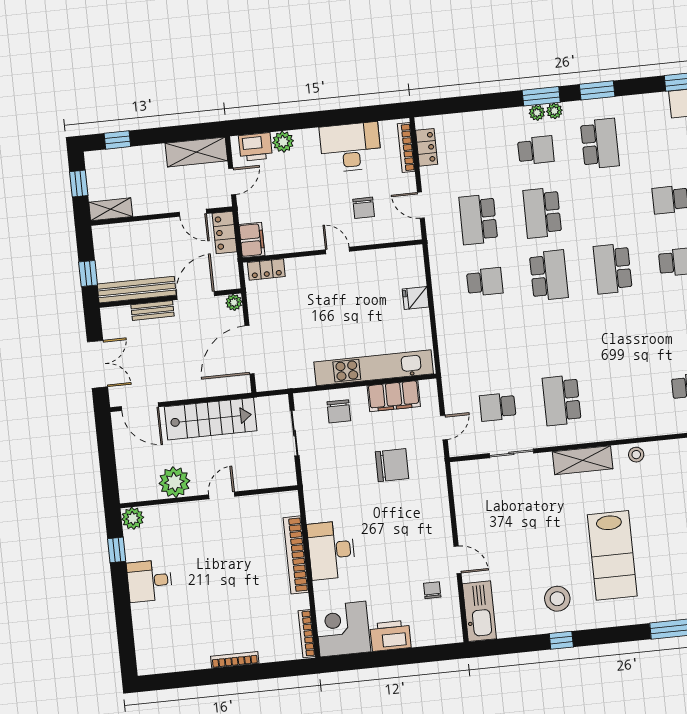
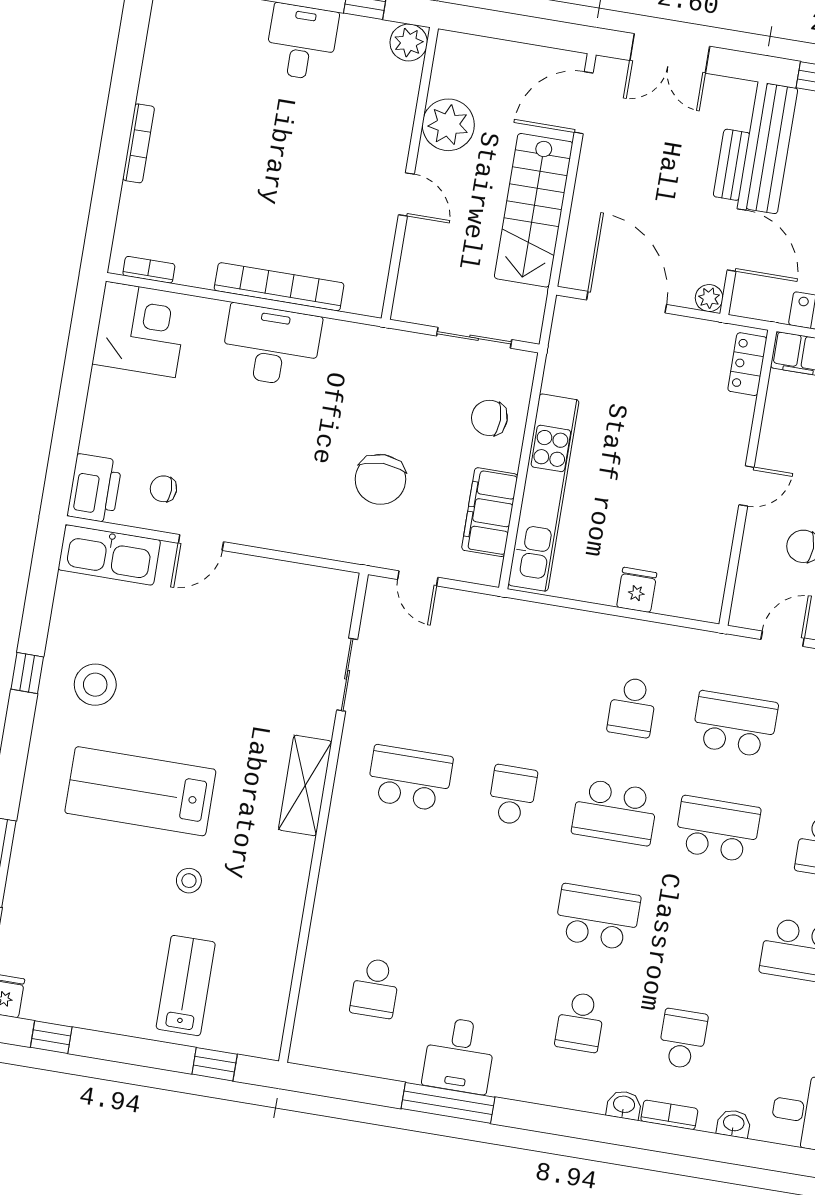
school desk: (498, 407) -> (512, 795), moved
stool: (636, 455) -> (189, 881), moved
chair: (432, 590) -> (163, 489), turned 180
bookcase: (307, 634) -> (149, 270), width x0.64
printer: (390, 636) -> (95, 488), moved

